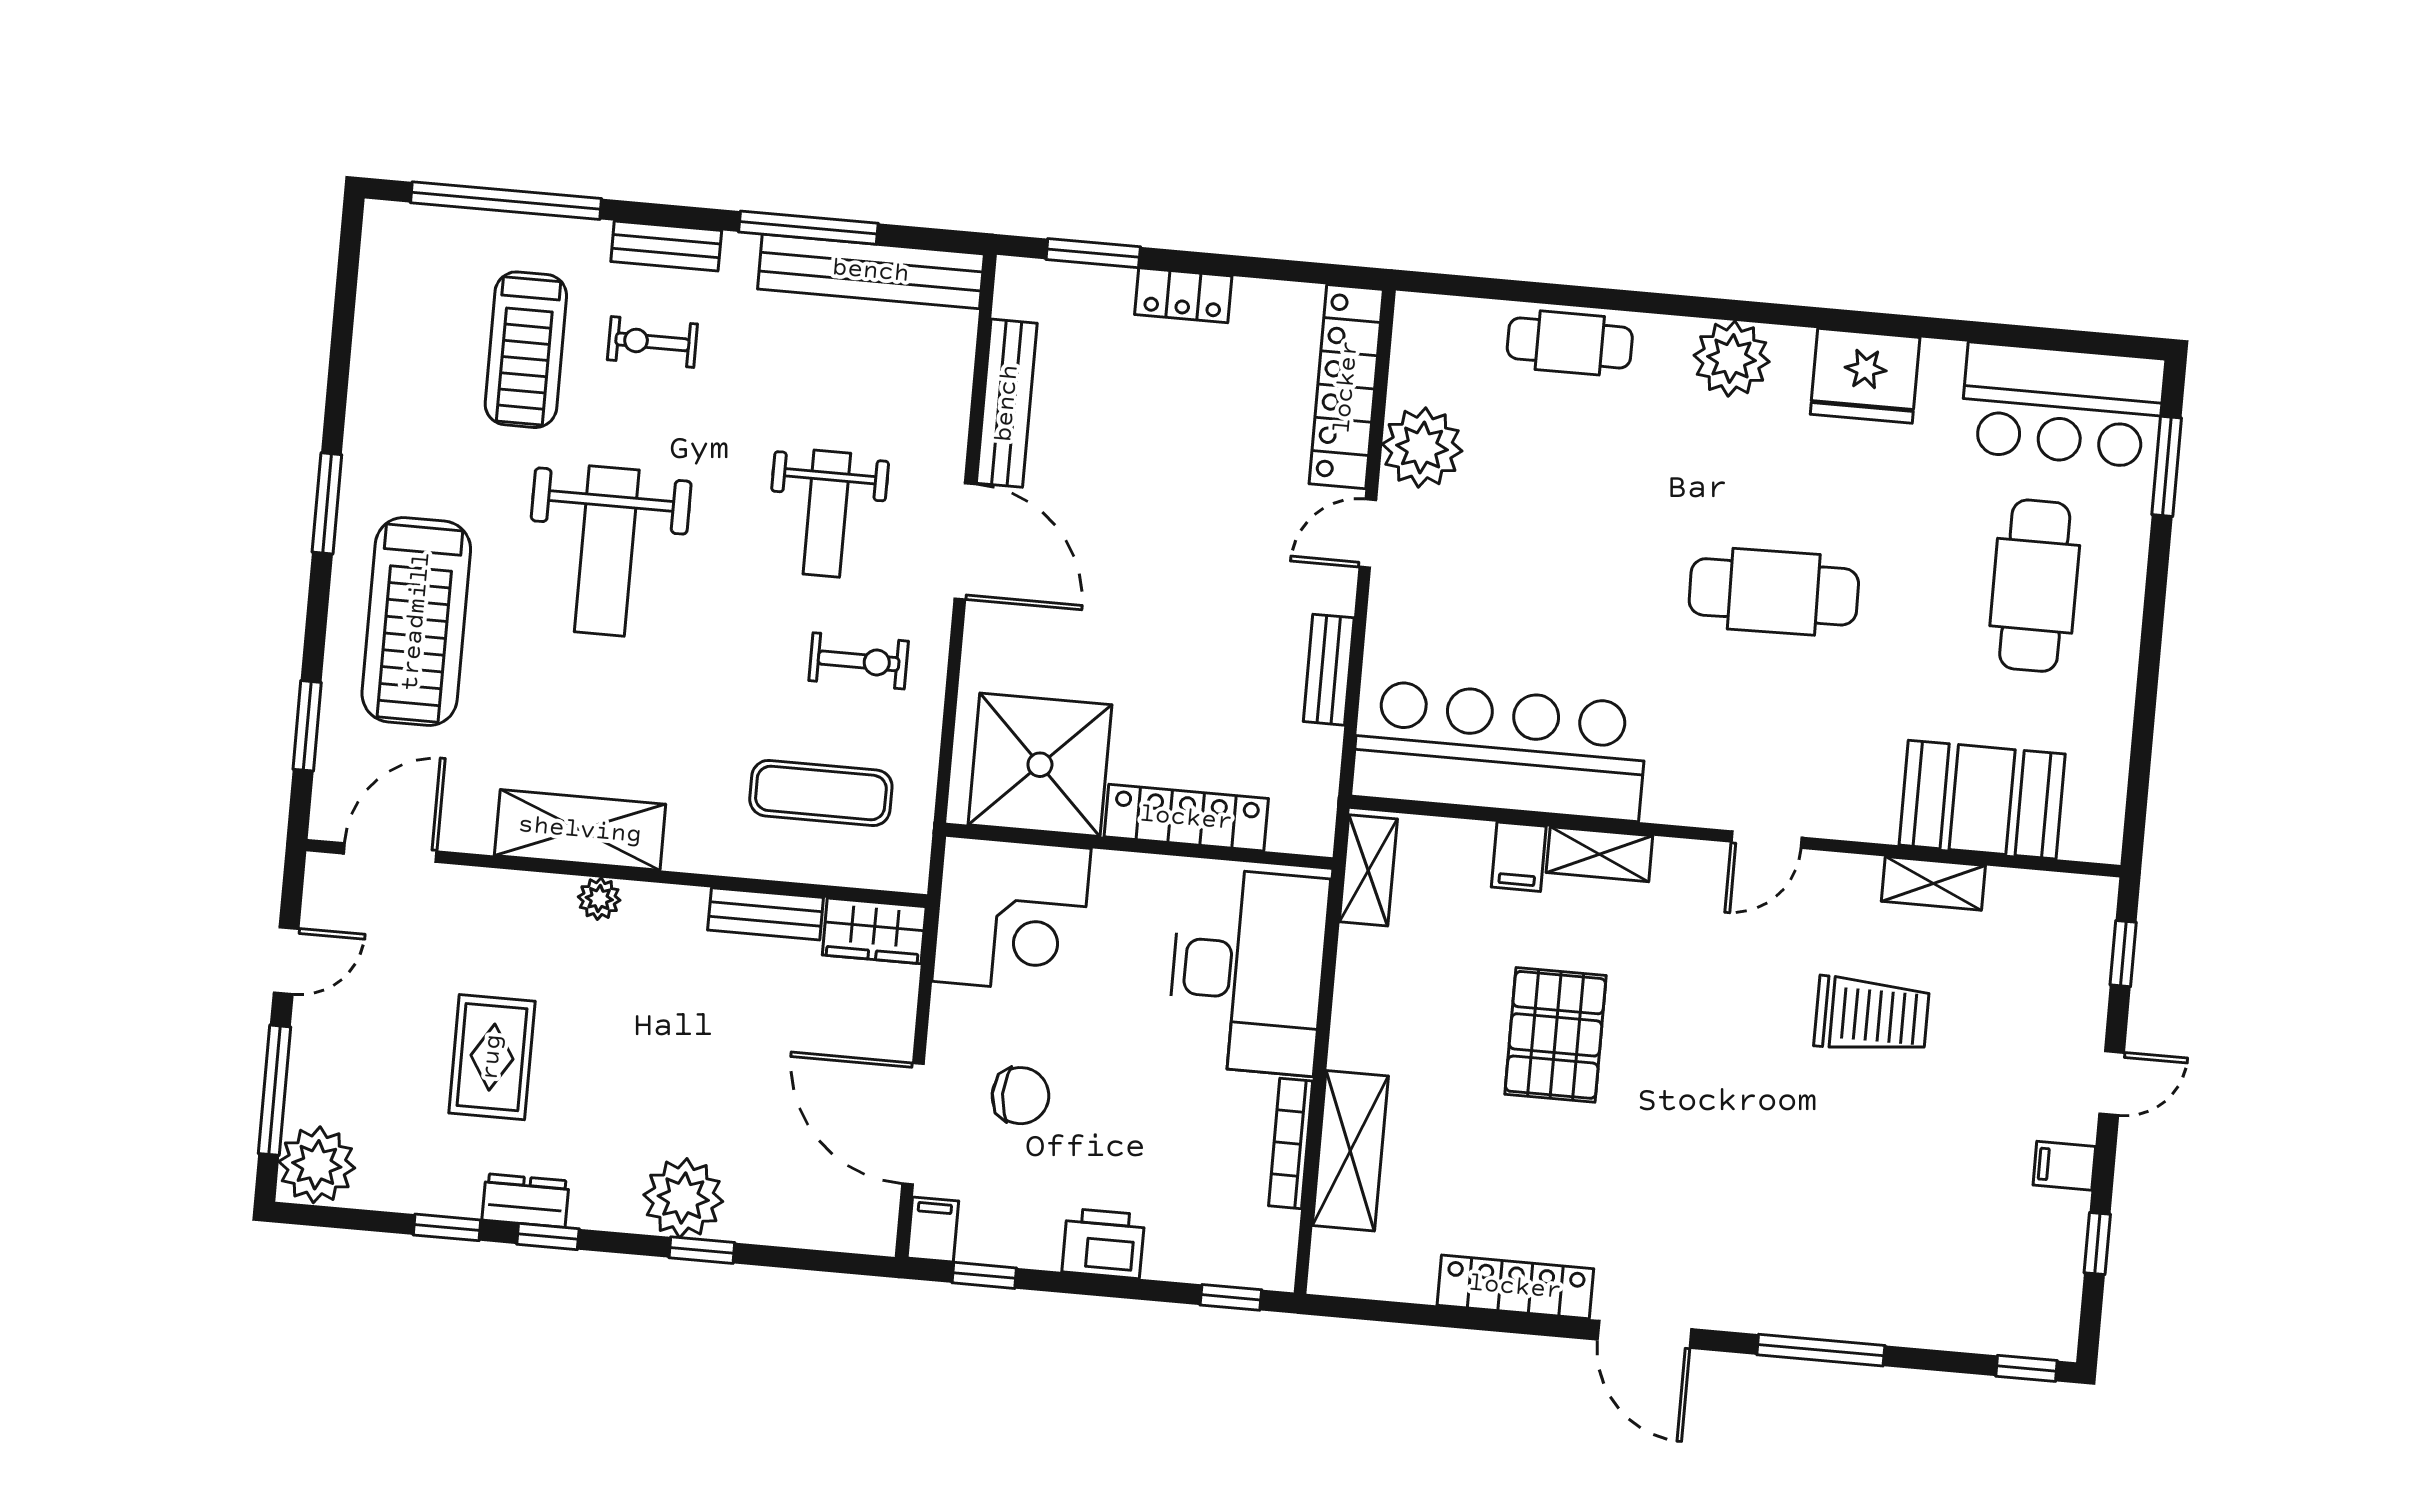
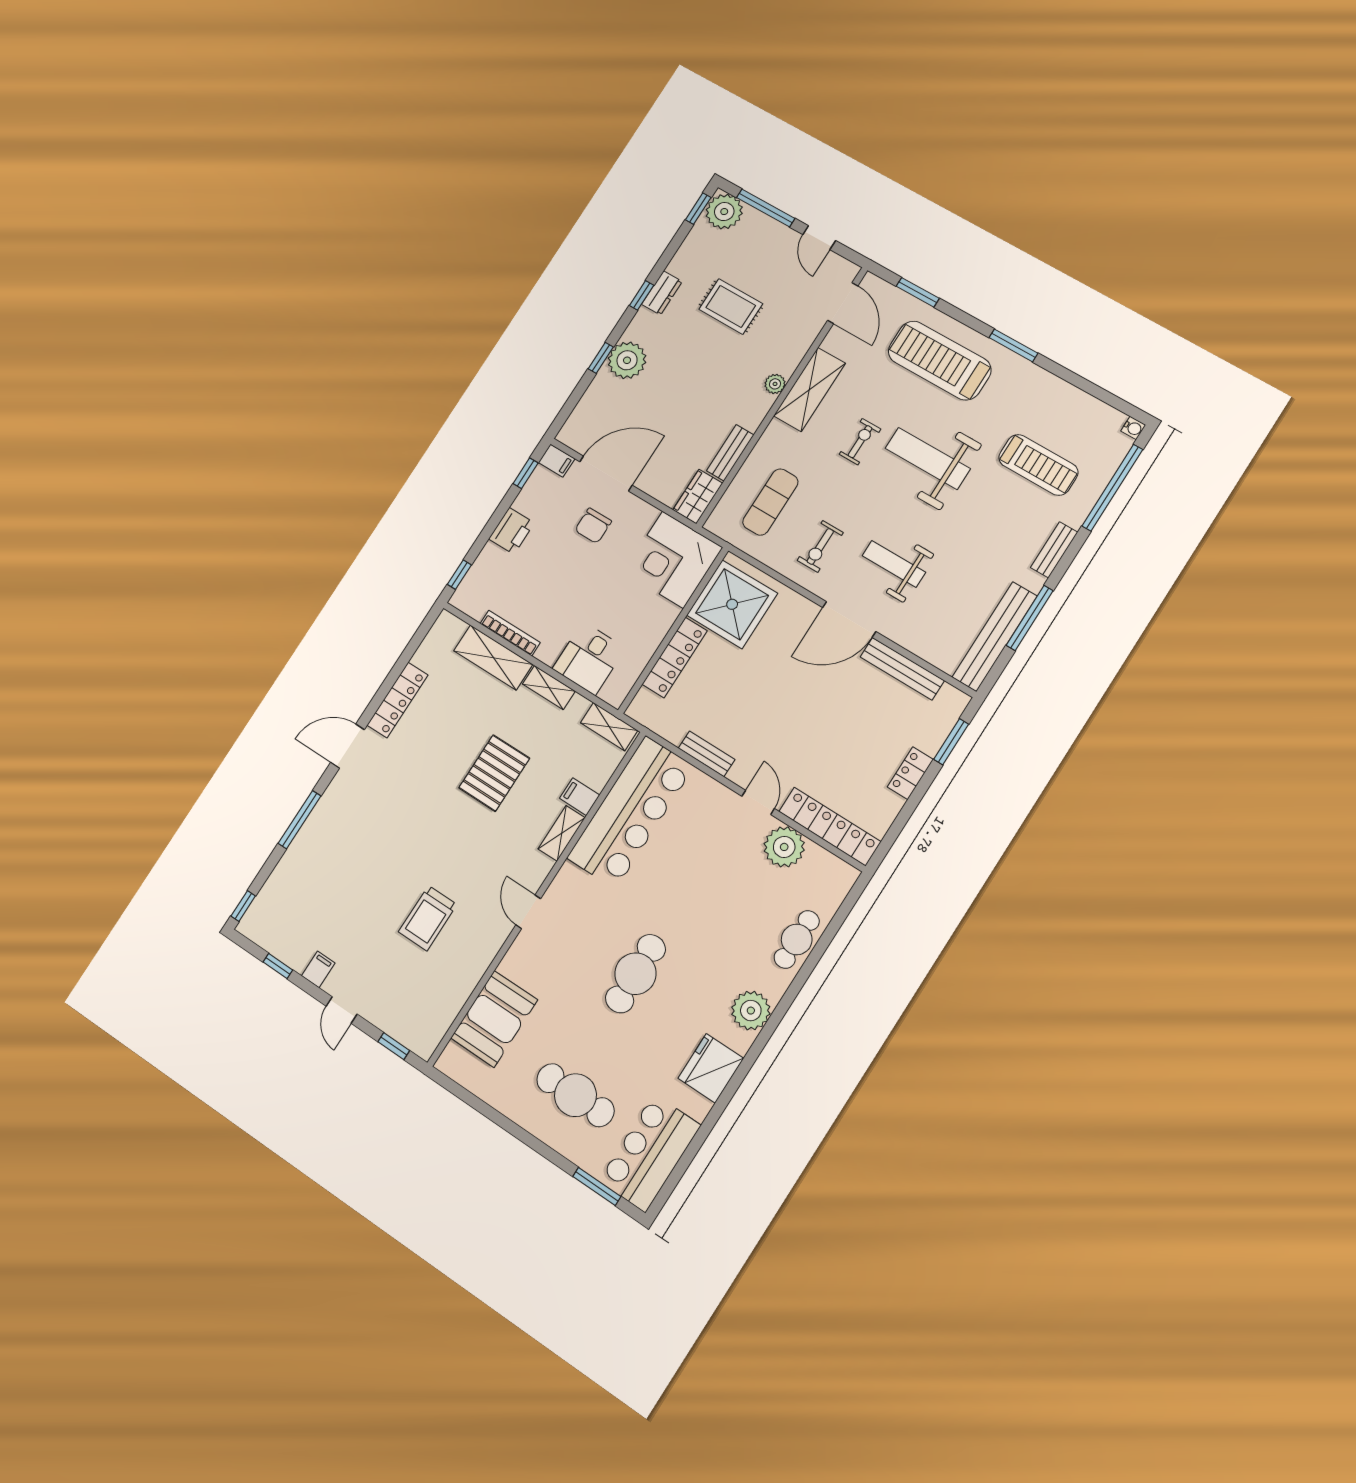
water cooler: (381, 218) -> (1133, 428), added
exercise bike: (652, 342) -> (860, 442), moved
treadmill: (526, 350) -> (1038, 465), turned 180
shelving: (1933, 883) -> (549, 688), moved, turned 90
desk: (1248, 971) -> (589, 659), width x0.53, depth x0.77
pallet: (1556, 1035) -> (494, 773), turned 90
window: (447, 1227) -> (698, 209), moved

